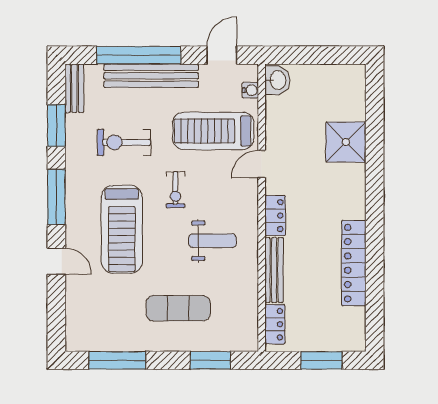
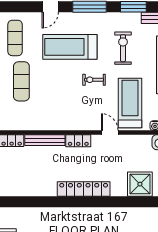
shower: (346, 142) -> (140, 184), moved
weight bench: (213, 241) -> (63, 102), removed
locker: (354, 263) -> (84, 189), moved
exercise mat: (107, 319) -> (15, 38), added

